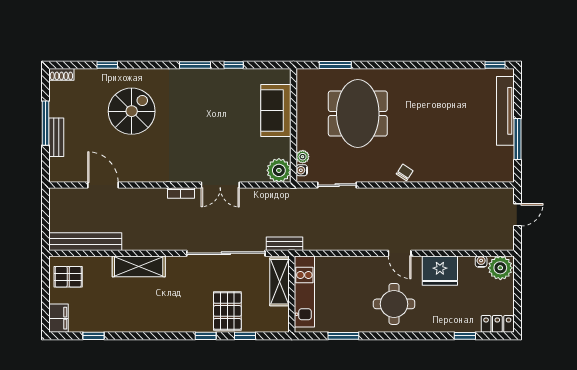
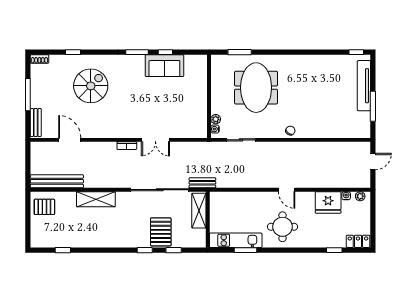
sofa: (276, 111) -> (164, 66), moved, turned -90
bench: (56, 137) -> (36, 122), moved
plant: (279, 170) -> (198, 129), removed
plant: (500, 268) -> (360, 196), width x0.53, depth x0.53
fridge: (440, 271) -> (328, 202), moved
kitchen unit: (304, 291) -> (236, 240), moved, turned -90
filing cabinet: (59, 318) -> (37, 237), removed

